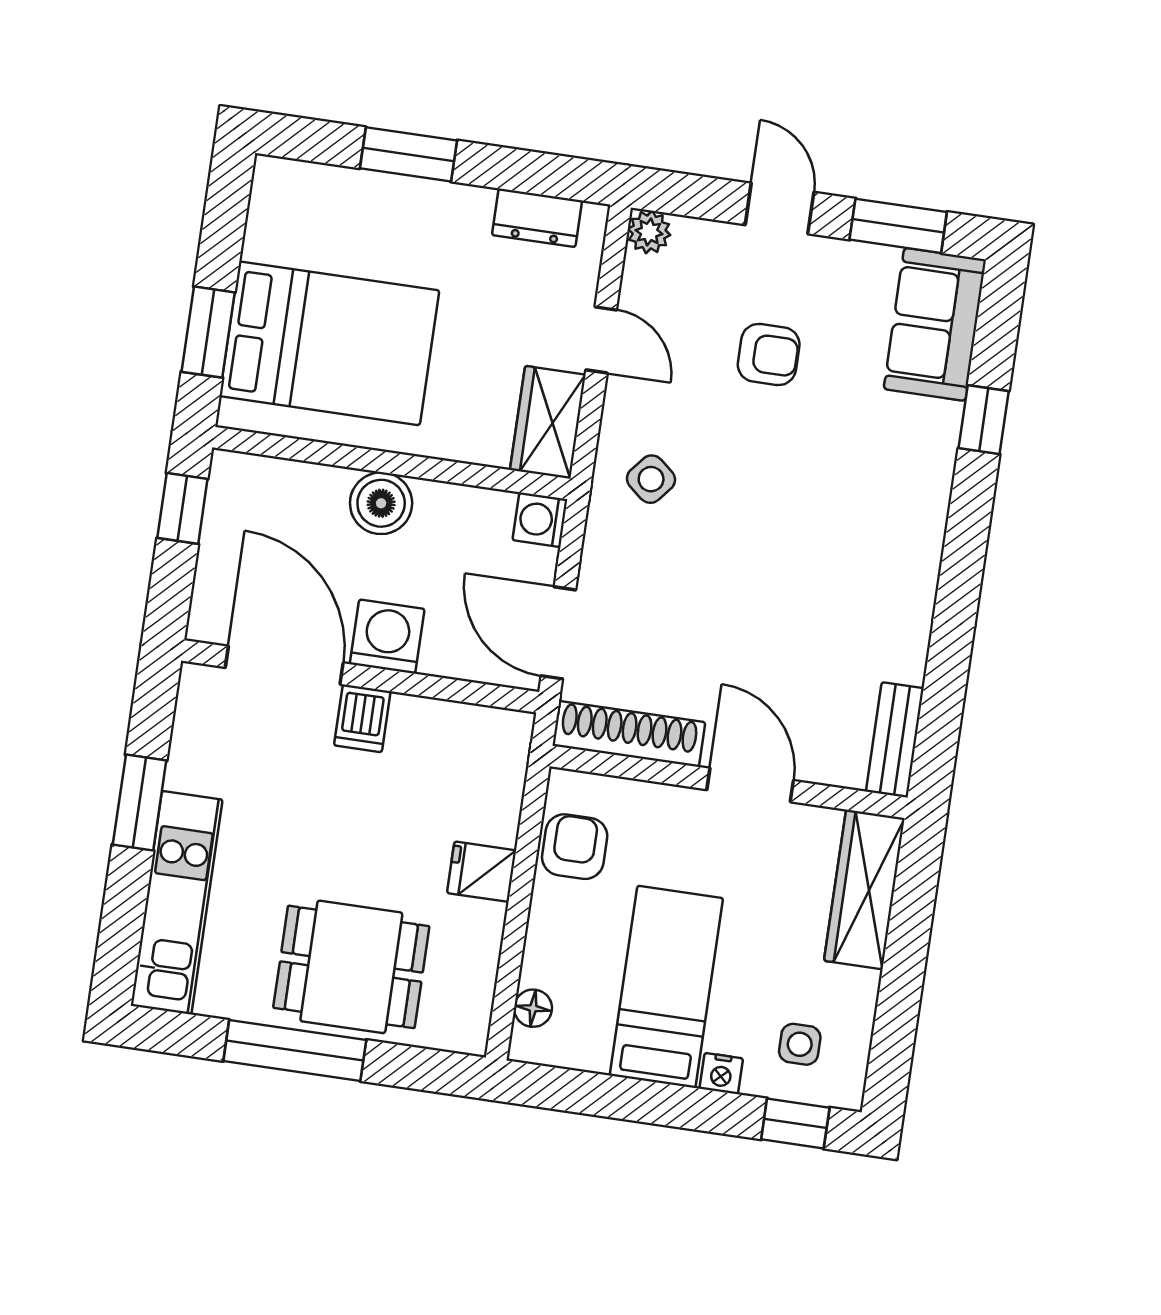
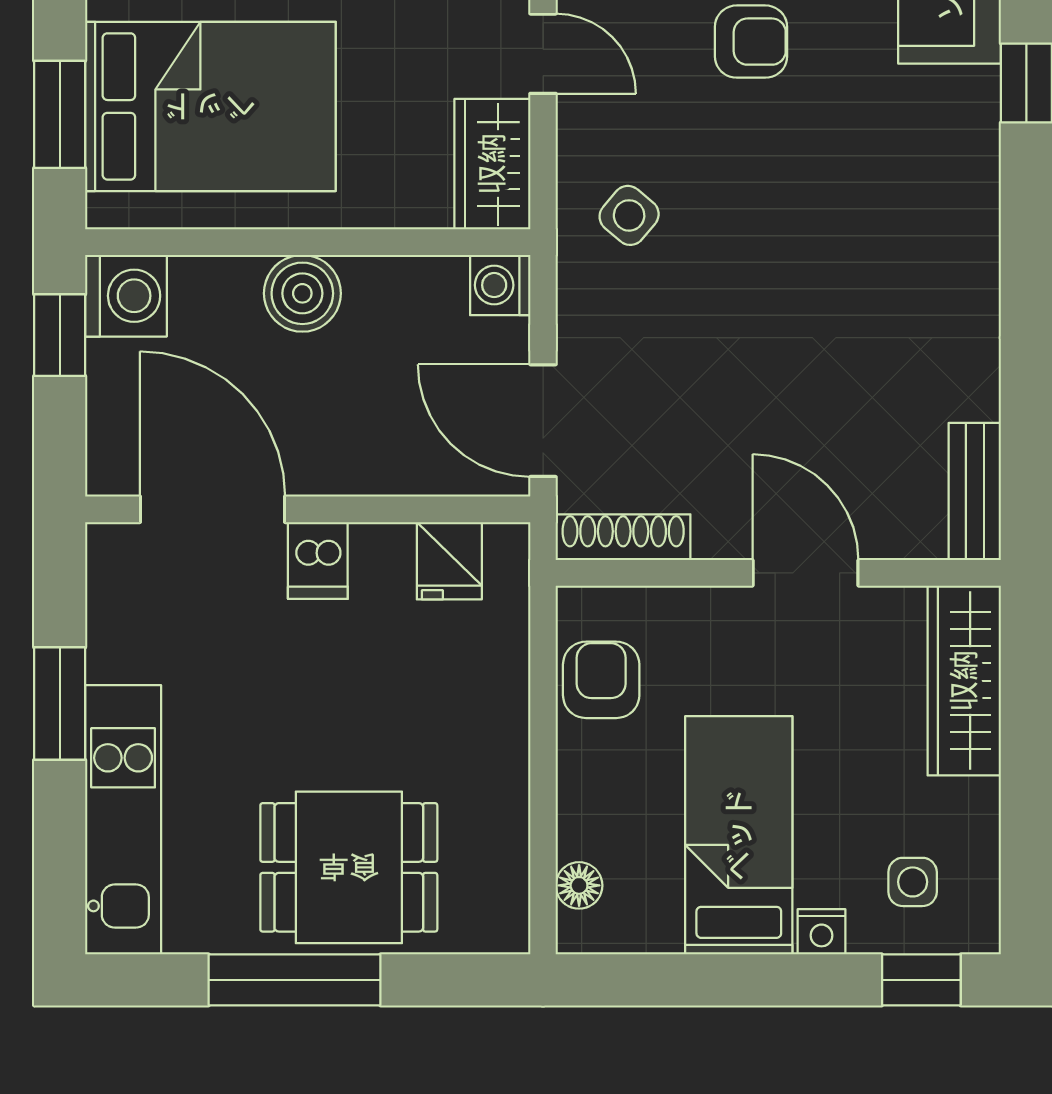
washing machine: (387, 637) -> (126, 296), moved, turned 90
shoe rack: (629, 734) -> (623, 537), width x0.74, depth x0.81
fridge: (482, 872) -> (449, 561), moved, turned -90

